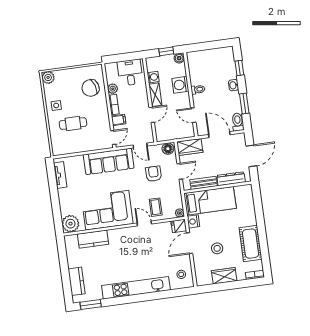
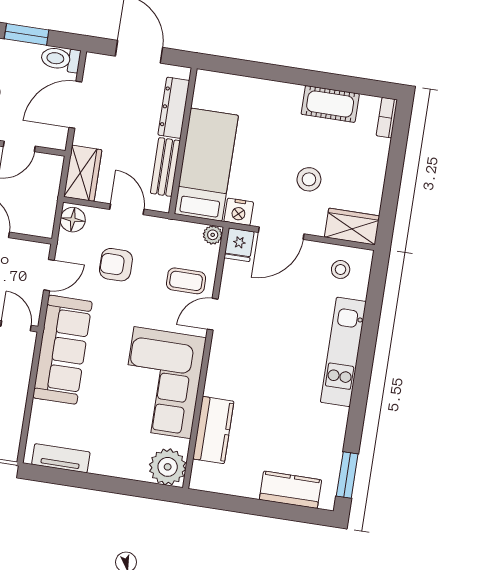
door: (189, 243) -> (281, 233), hinge flipped
cot: (250, 244) -> (330, 104), width x0.73, depth x0.75
wardrobe: (224, 276) -> (352, 227), moved, turned 90
kitchen unit: (136, 288) -> (343, 352), width x0.73

